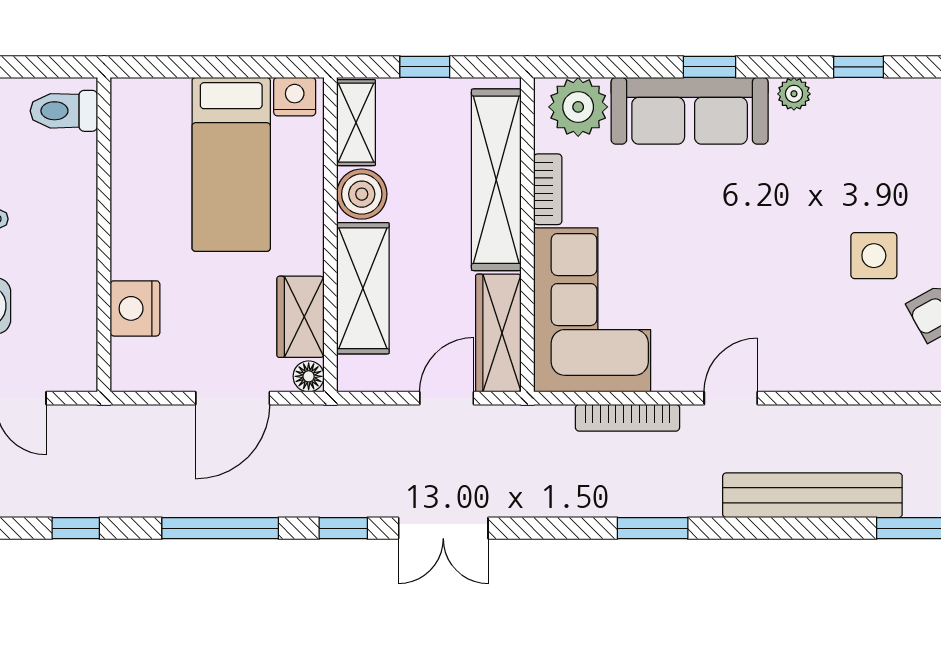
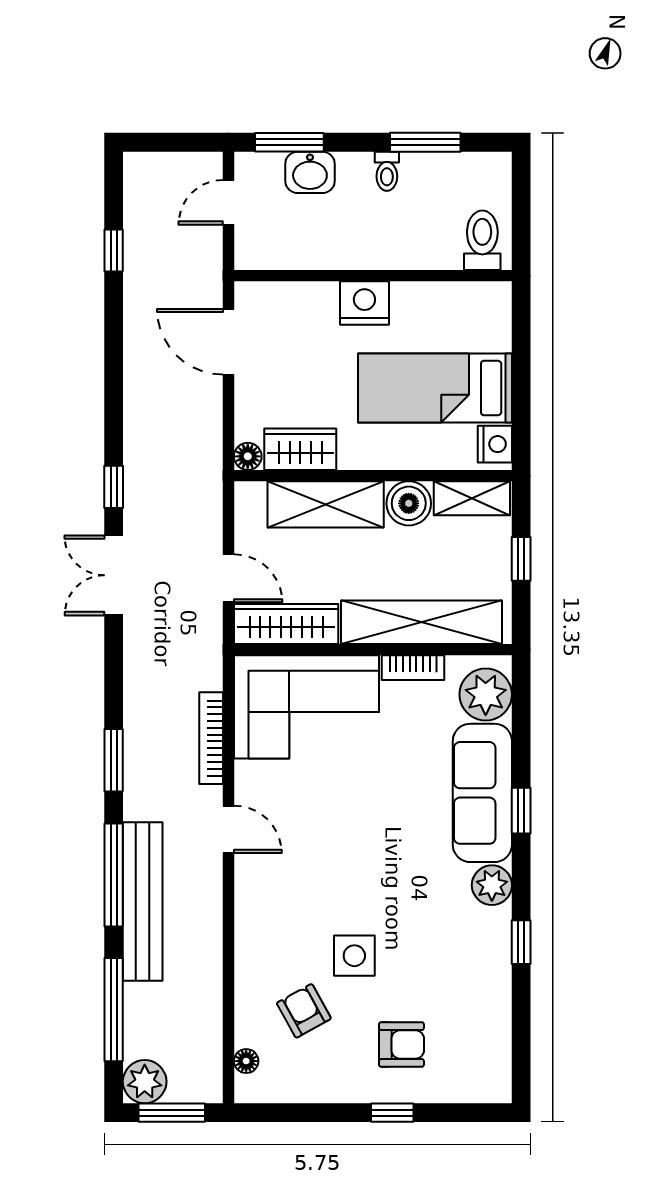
plant: (794, 94) -> (492, 885), width x1.38, depth x1.38
nightstand: (135, 308) -> (364, 303), moved
door: (233, 398) -> (228, 342), moved
window: (220, 528) -> (114, 875), moved

